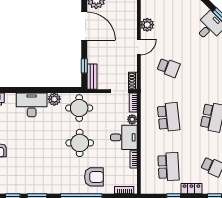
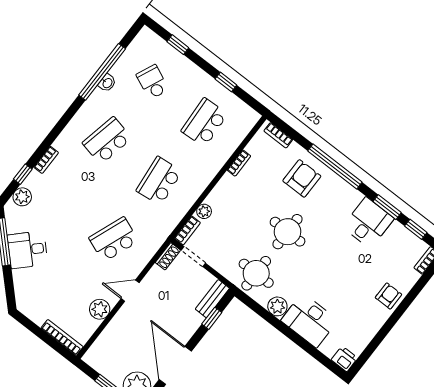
school desk: (168, 67) -> (114, 239), width x1.85
desk: (124, 137) -> (368, 223), moved, turned 90
armchair: (94, 177) -> (302, 178), turned 90
locker: (191, 189) -> (198, 75), removed

